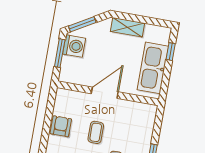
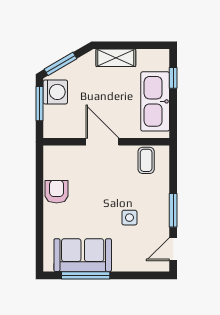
door: (105, 93) -> (102, 142), hinge flipped
coffee table: (96, 132) -> (146, 160), moved

